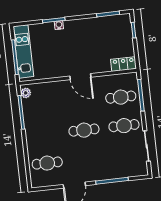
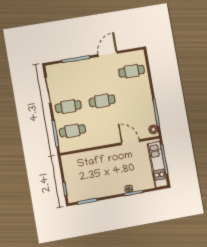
locker: (123, 64) -> (72, 159), removed
door: (80, 77) -> (130, 142), moved

